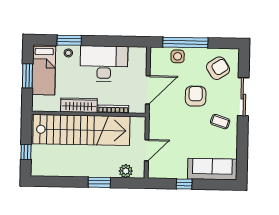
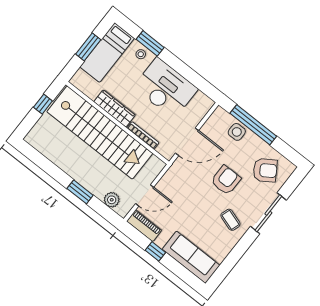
window: (26, 152) -> (43, 104), moved
piano: (162, 172) -> (144, 226), added

